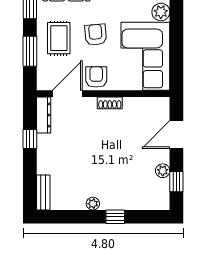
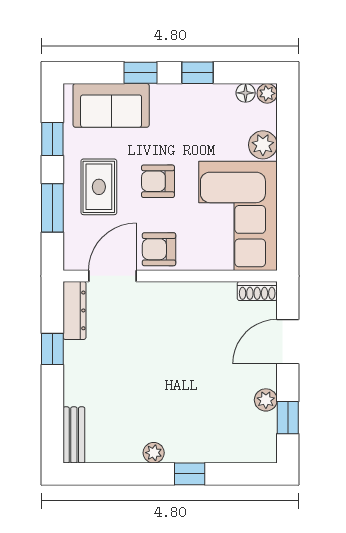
armchair: (96, 35) -> (158, 181), turned -85
armchair: (96, 77) -> (159, 249), turned -90
shoe rack: (110, 103) -> (257, 291), moved

